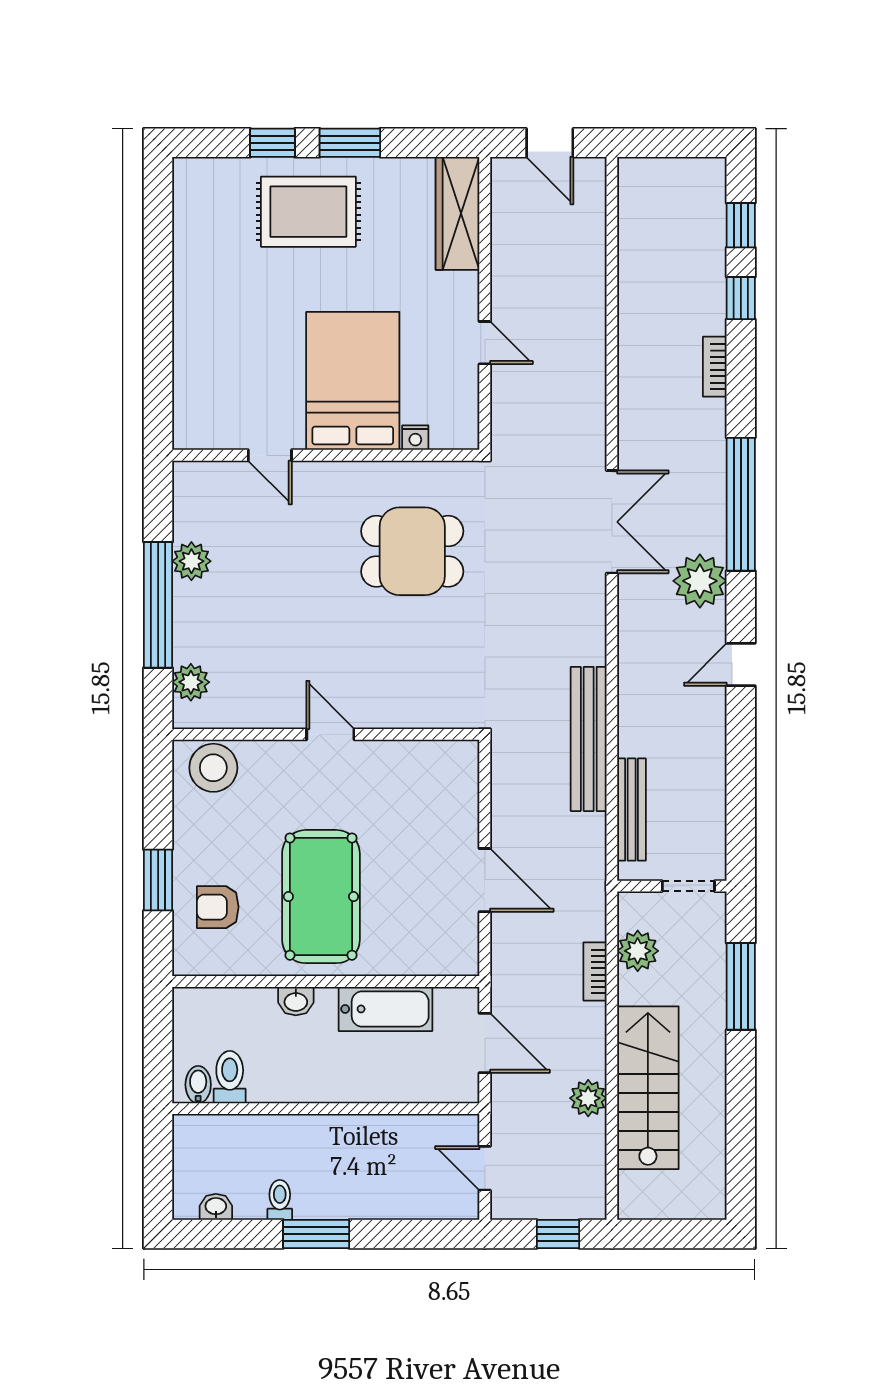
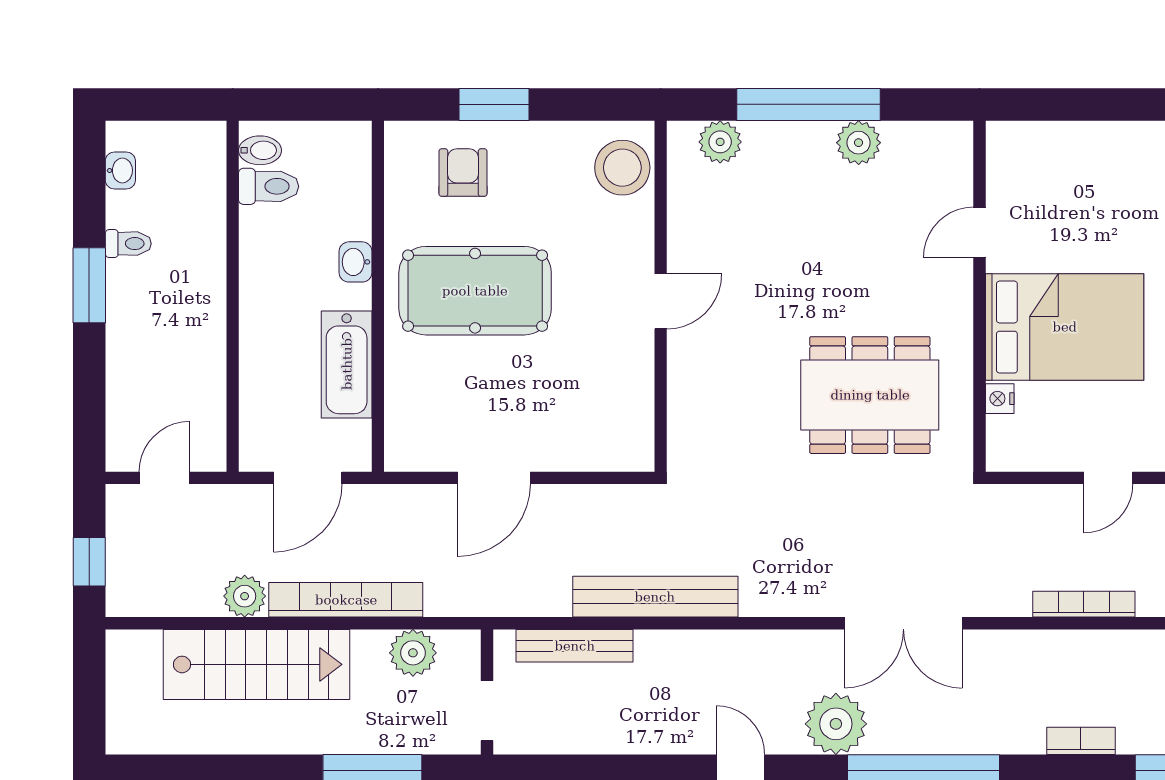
bookcase: (595, 364) -> (1084, 604), added
dining table: (412, 551) -> (870, 395), width x1.38
bookcase: (595, 972) -> (346, 600), width x2.31, depth x1.31

